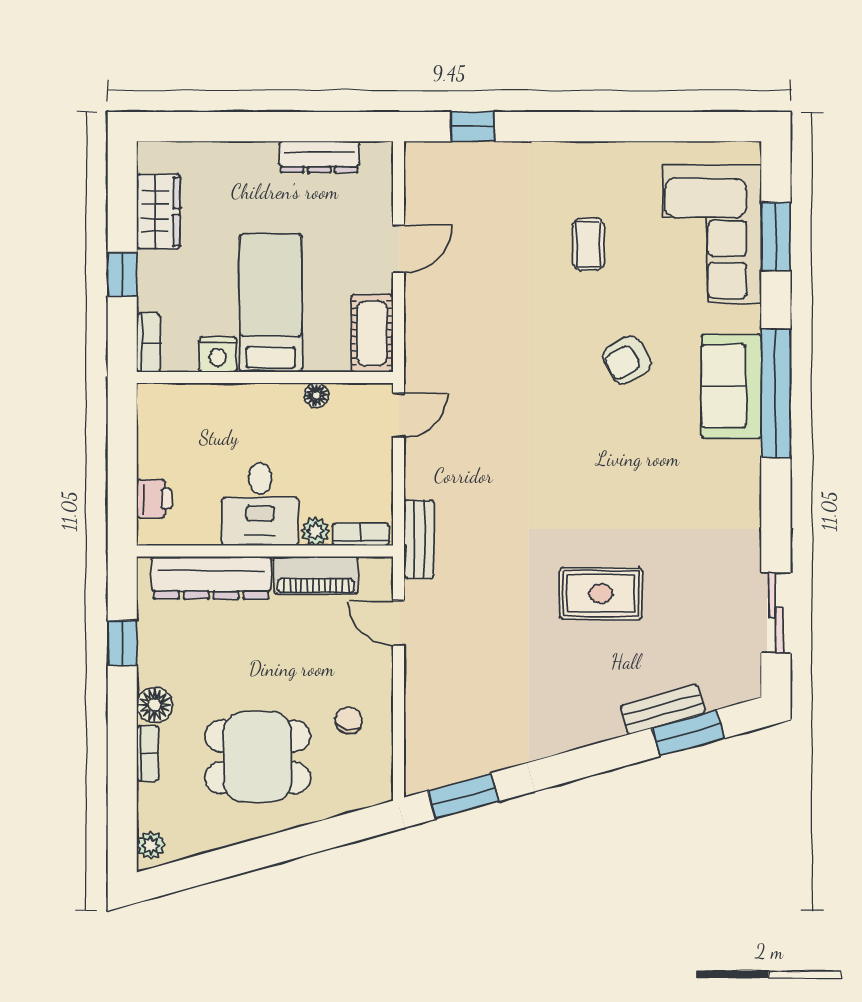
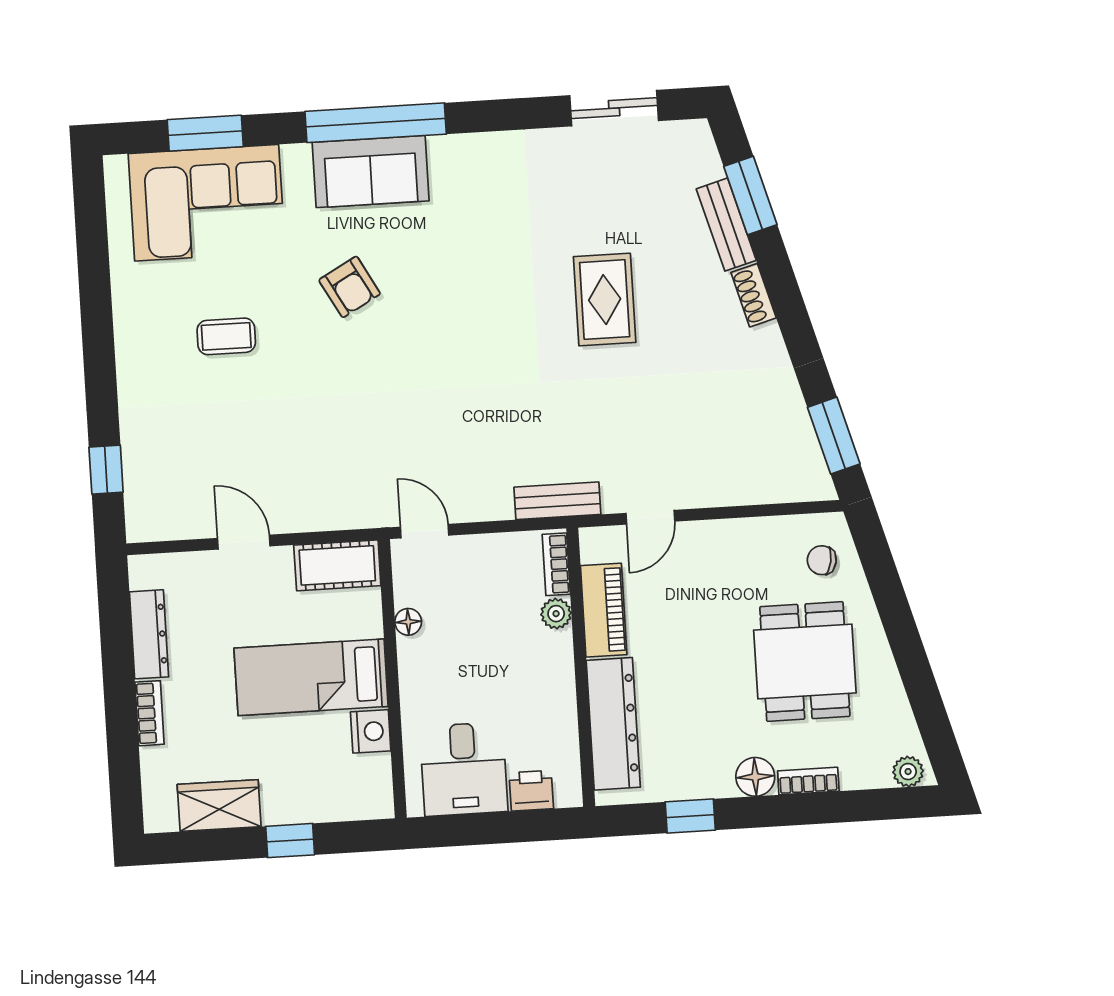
bookcase: (148, 343) -> (149, 713), moved, turned 90
desk: (260, 504) -> (464, 769), moved, turned 90
chair: (348, 720) -> (822, 560), moved
shoe rack: (596, 730) -> (754, 295), added

